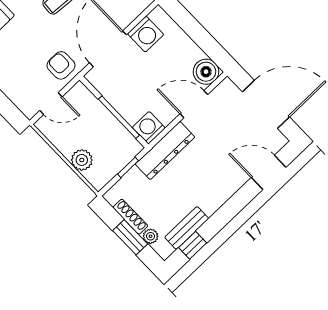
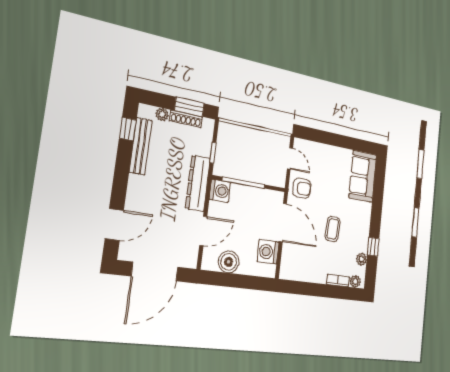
boiler: (206, 72) -> (229, 262), moved
door: (51, 104) -> (290, 158), swing flipped
plant: (82, 160) -> (245, 135), removed
bench: (187, 228) -> (141, 146), width x1.36
window: (130, 237) -> (189, 107), moved

